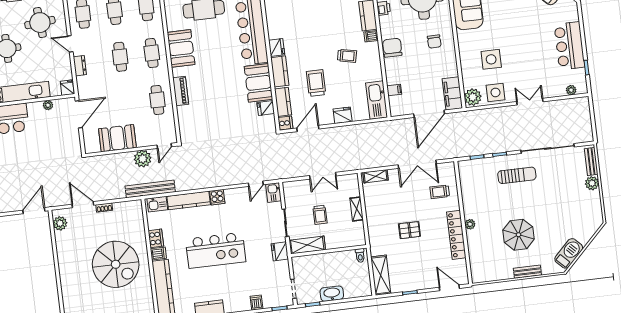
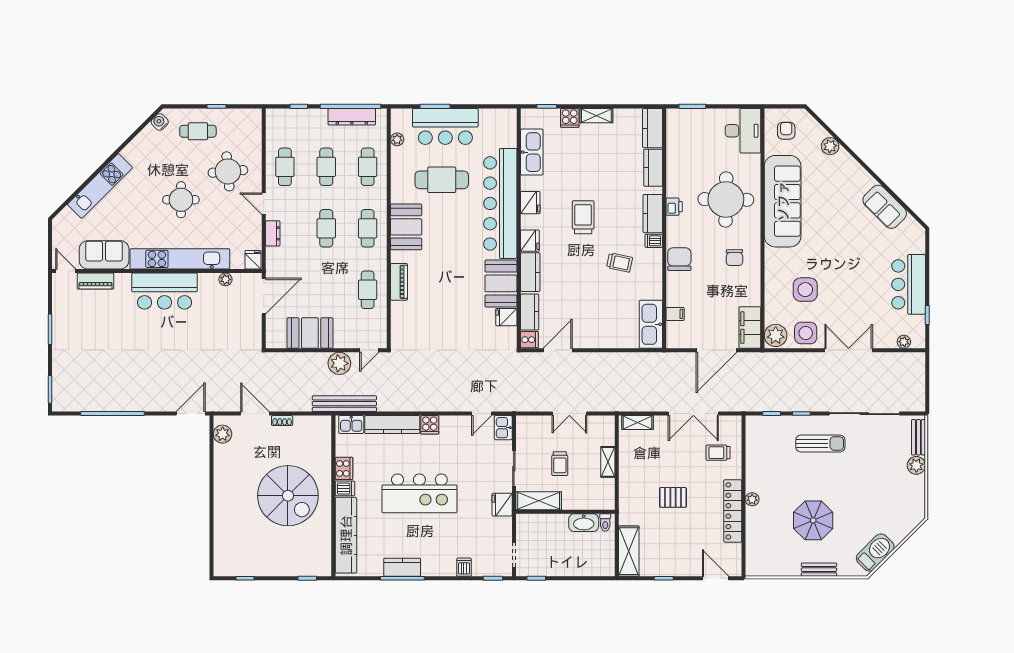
trolley: (316, 83) -> (583, 217), moved
double door: (530, 102) -> (849, 350), width x1.37
fridge: (343, 115) -> (530, 203), moved, turned 90
washbasin: (332, 294) -> (584, 523), moved, turned 180

